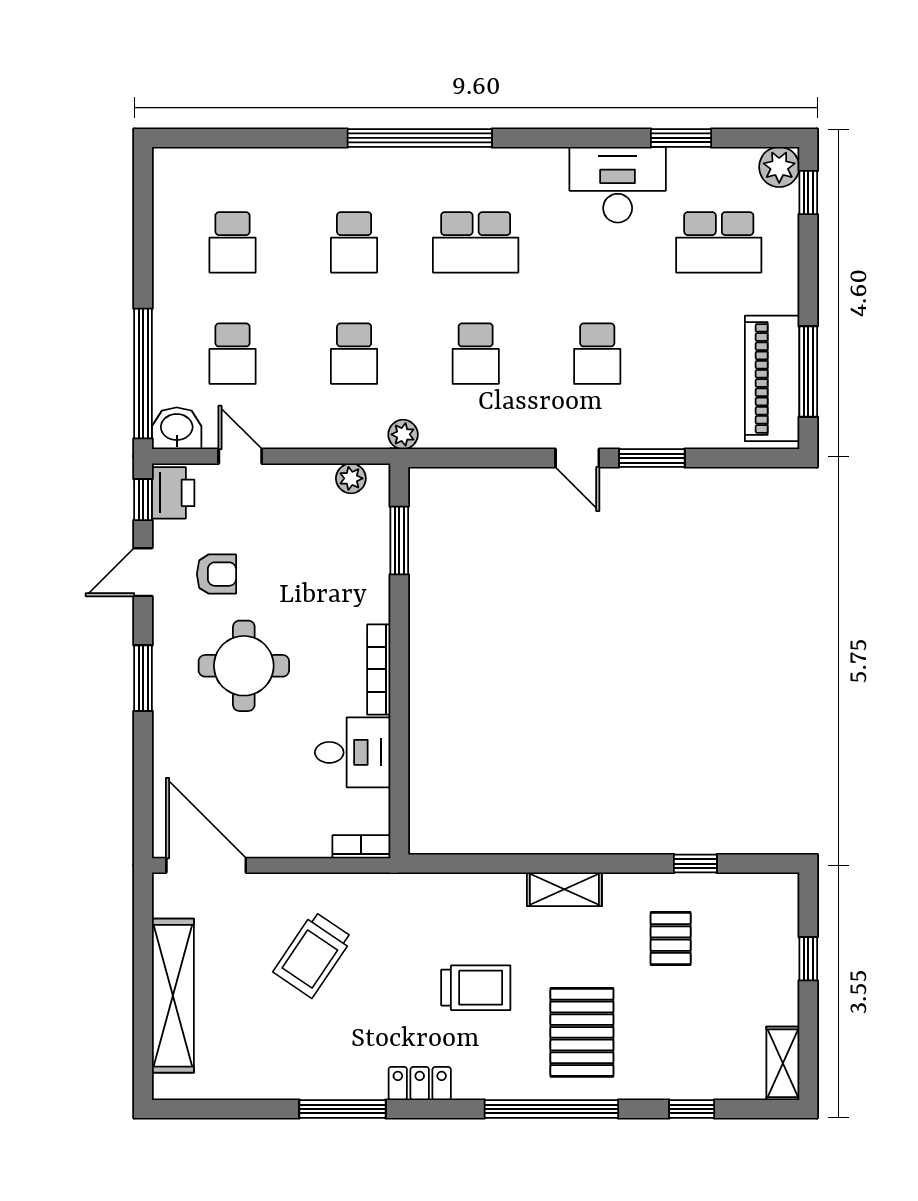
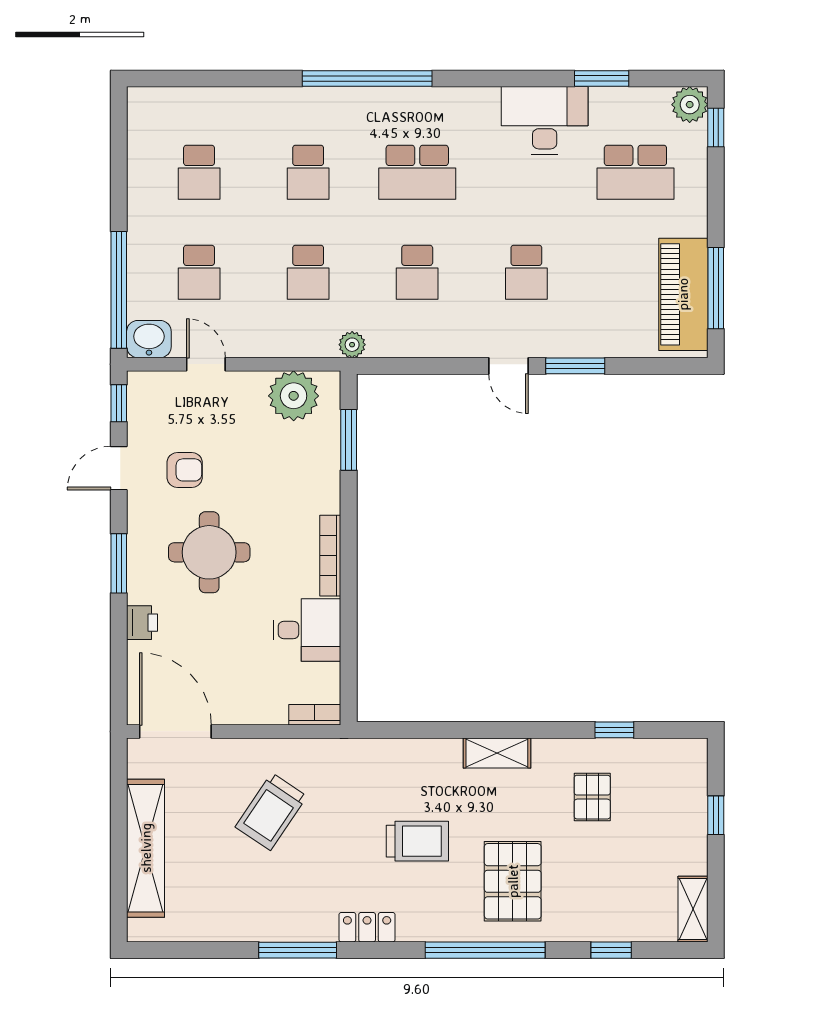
plant: (351, 478) -> (294, 396), width x1.88, depth x1.88
printer: (173, 493) -> (142, 623), moved, width x0.73, depth x0.81

